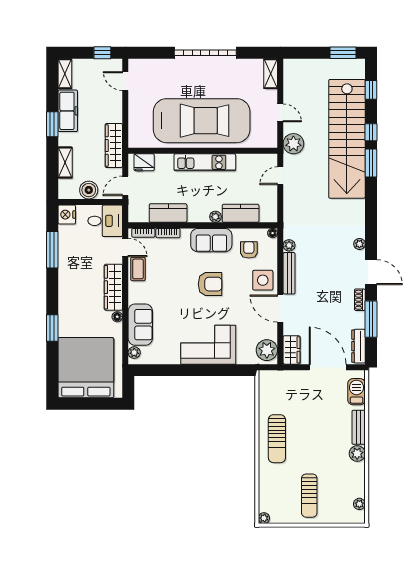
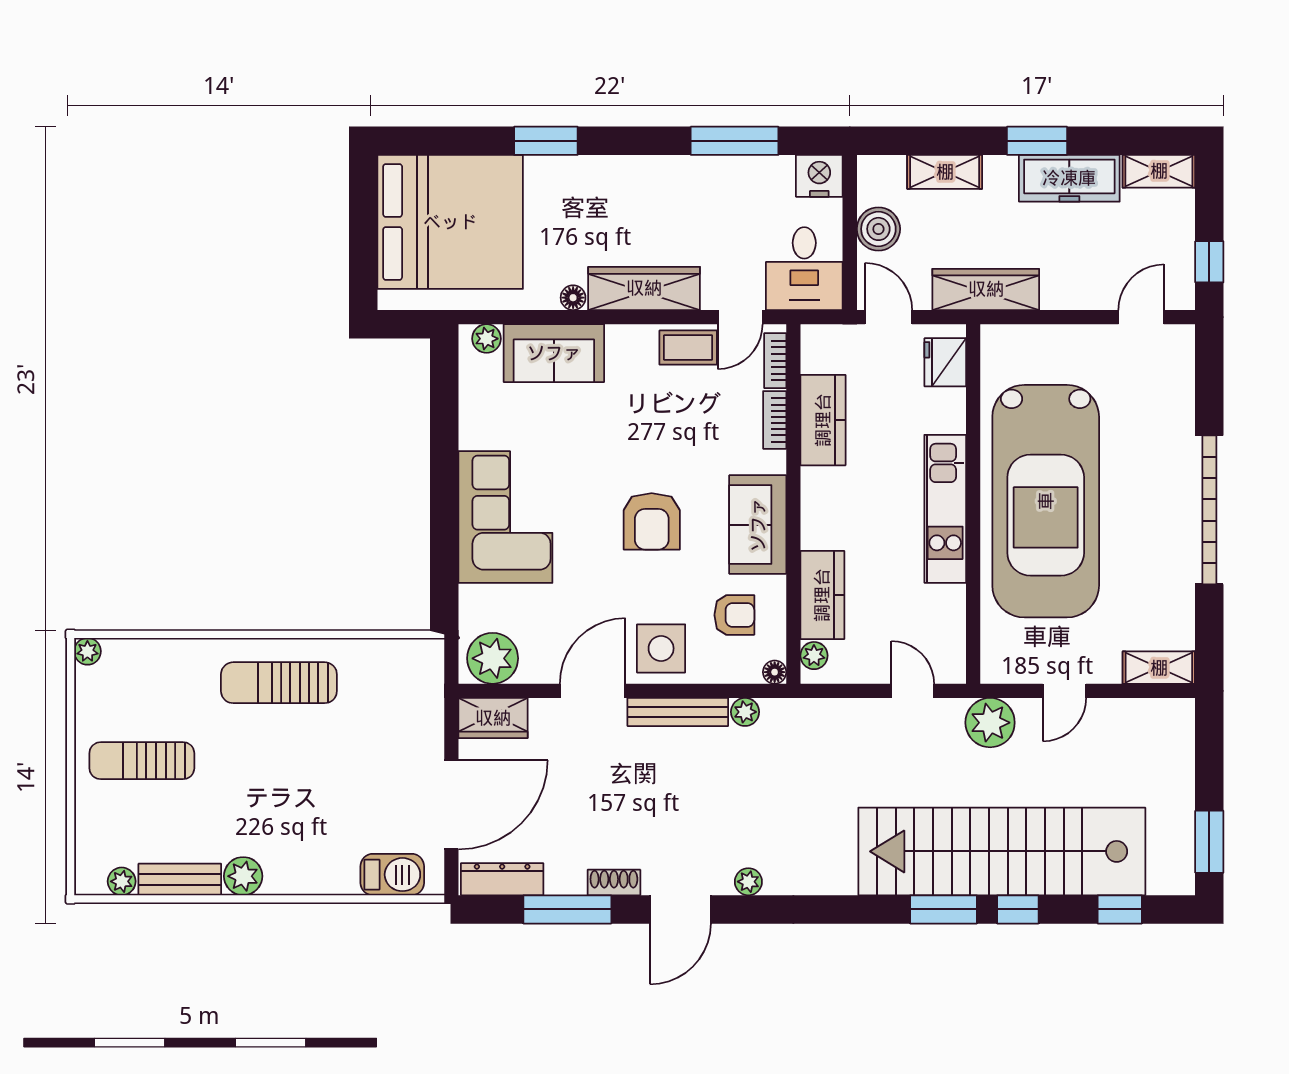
plant: (215, 217) -> (814, 656), moved
bench: (359, 427) -> (180, 880), moved

